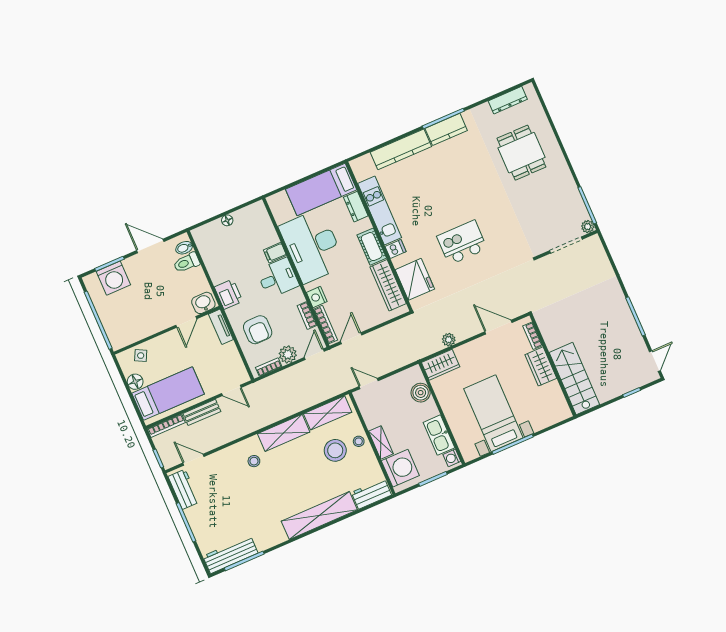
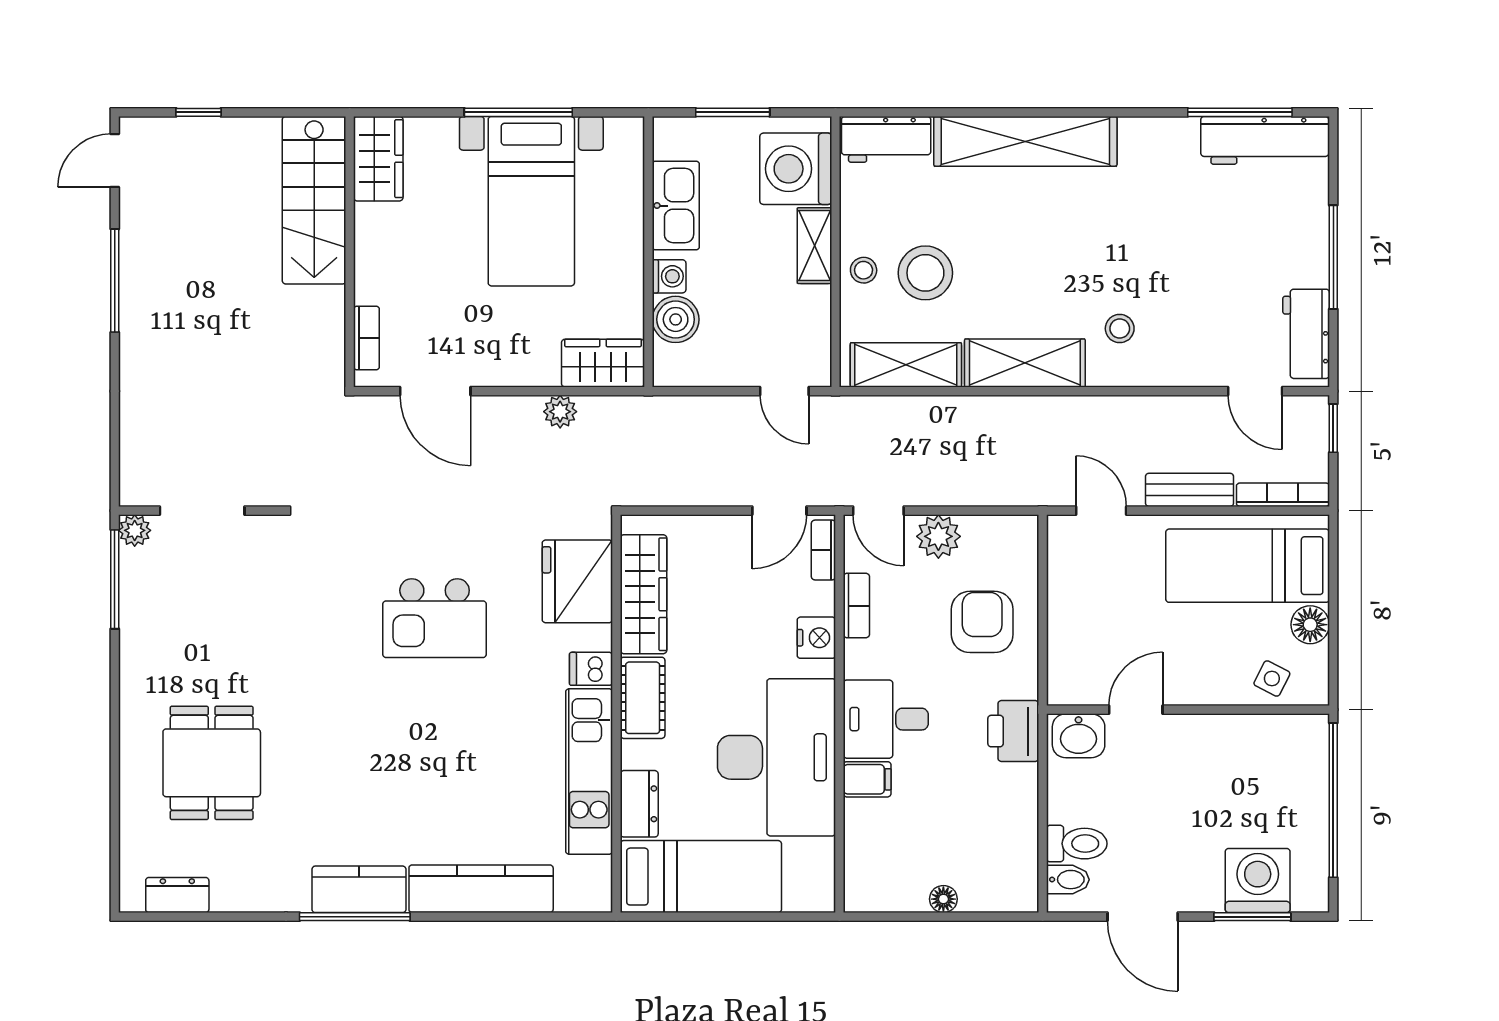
dresser: (508, 100) -> (177, 895), width x0.70
bookcase: (326, 325) -> (823, 550), width x0.64
tv unit: (221, 327) -> (1062, 665), removed
door: (314, 354) -> (878, 511), hinge flipped
wardrobe: (541, 366) -> (378, 159), moved
bookcase: (269, 367) -> (994, 527), removed
washing machine: (452, 458) -> (669, 276), moved

